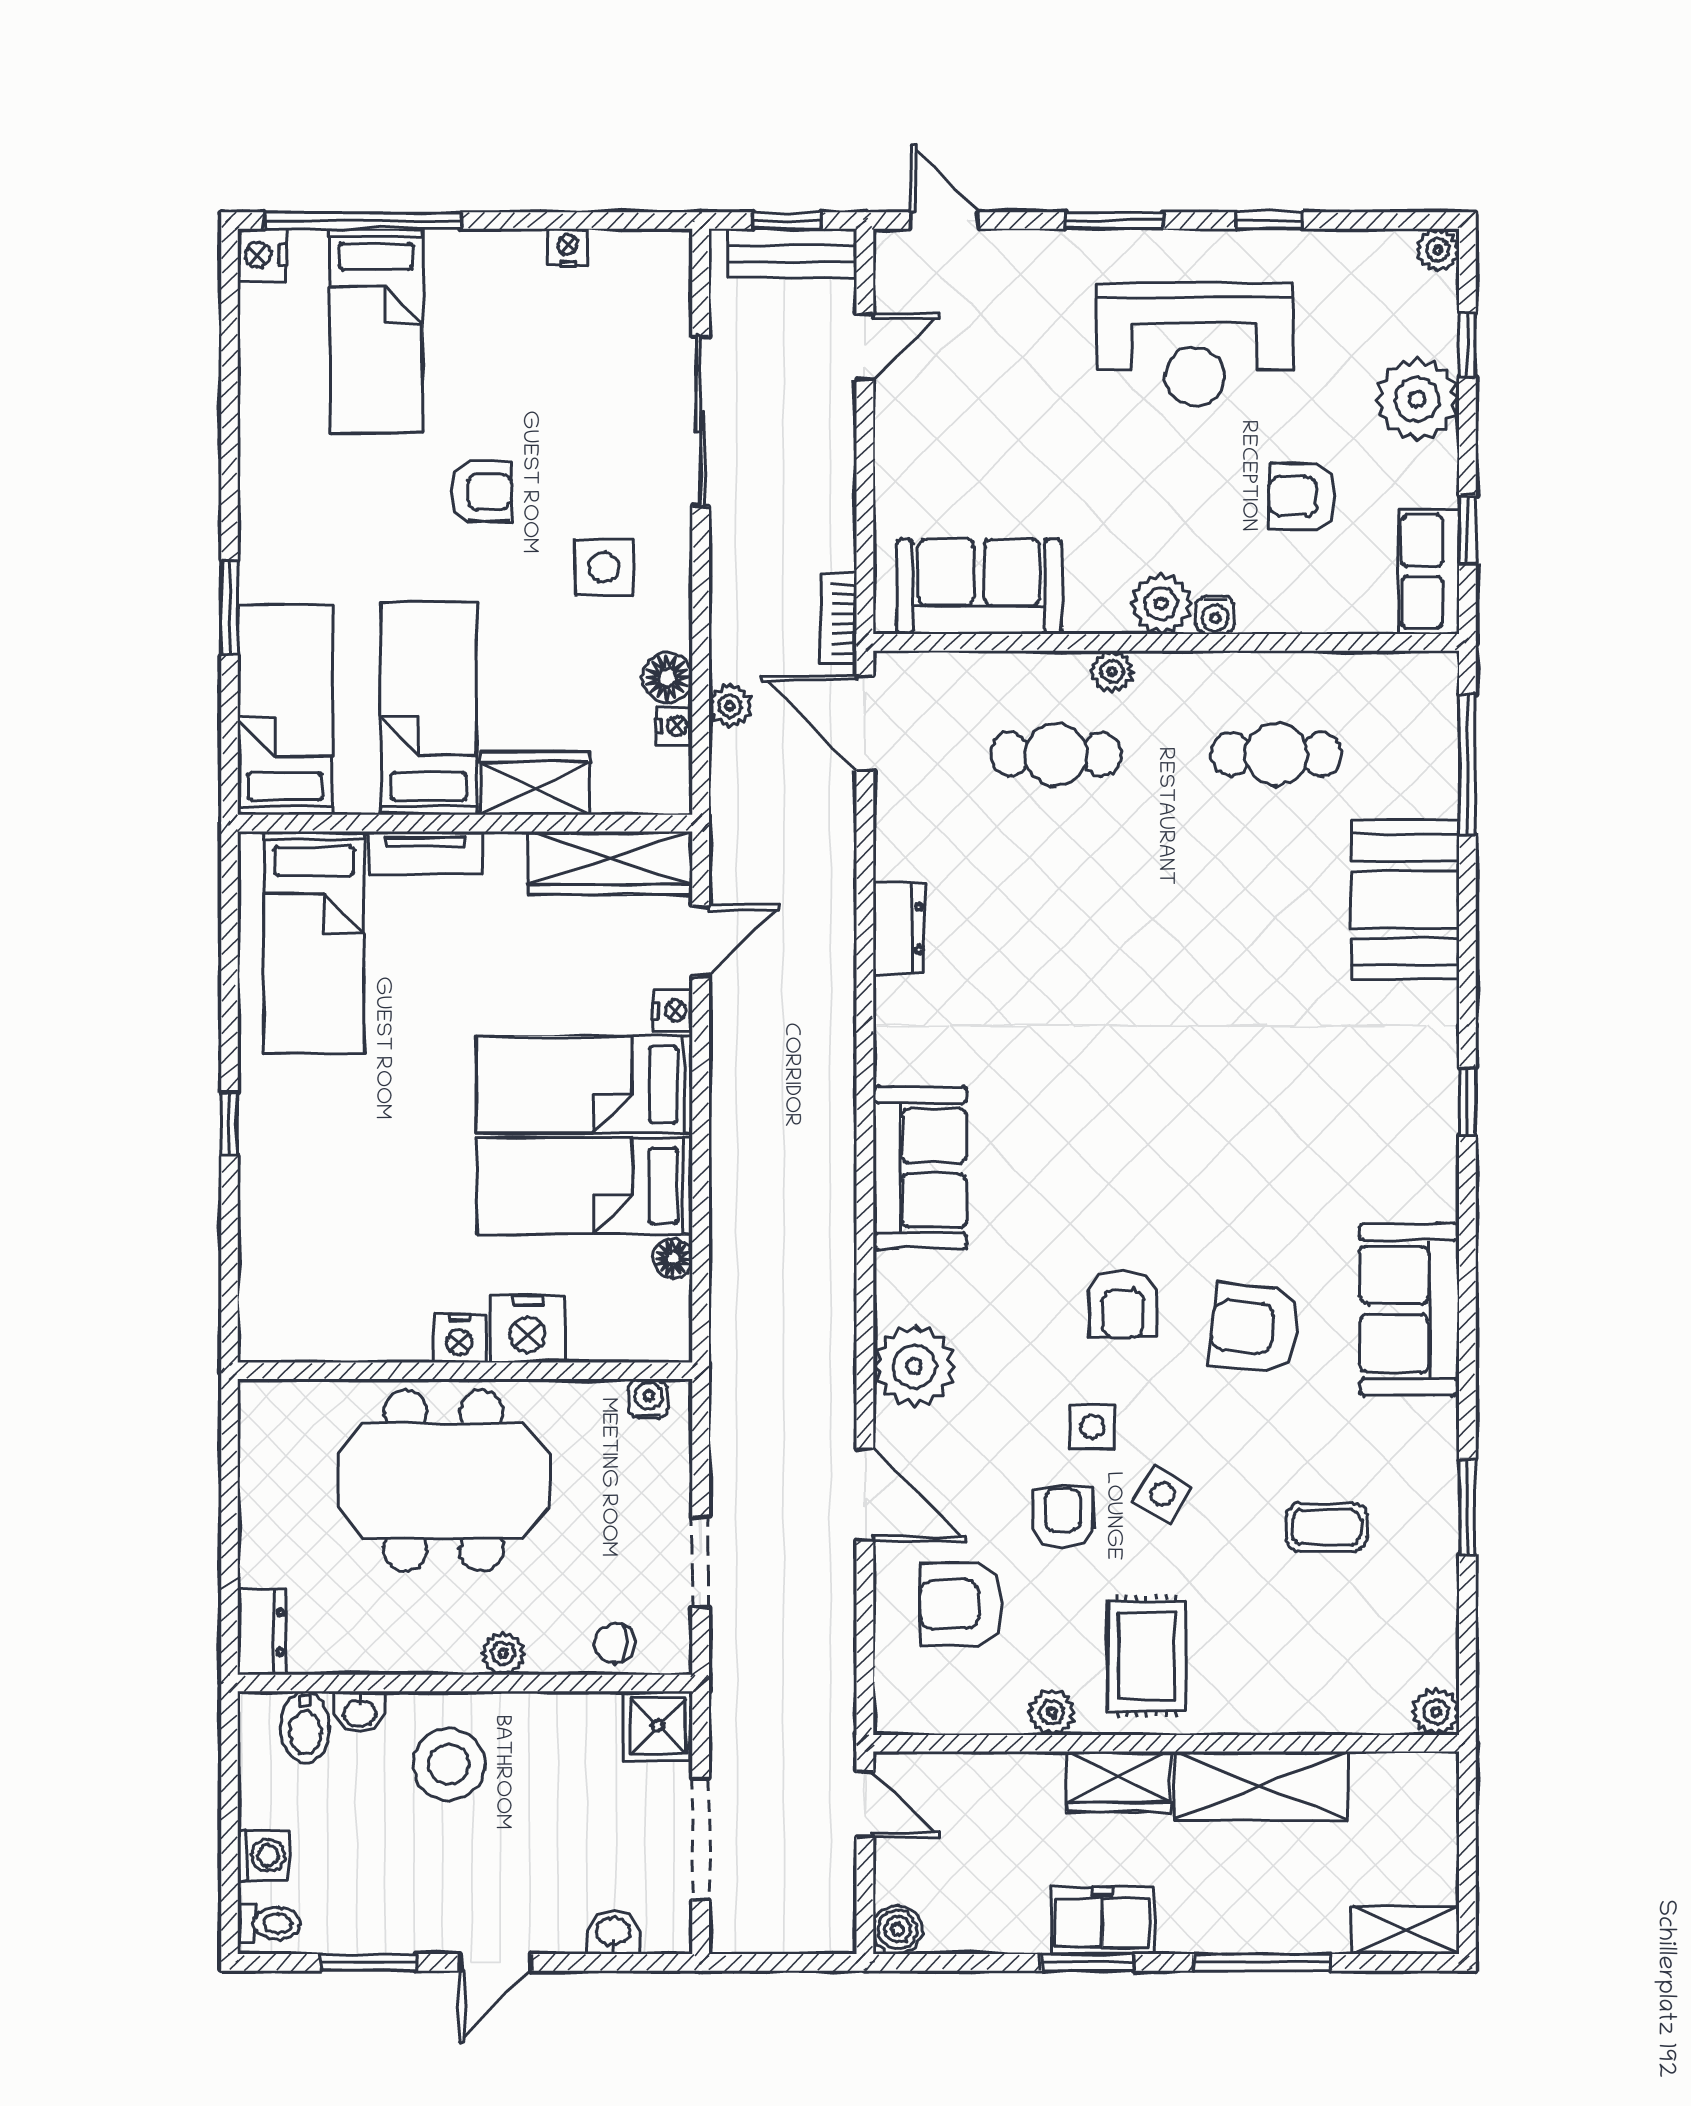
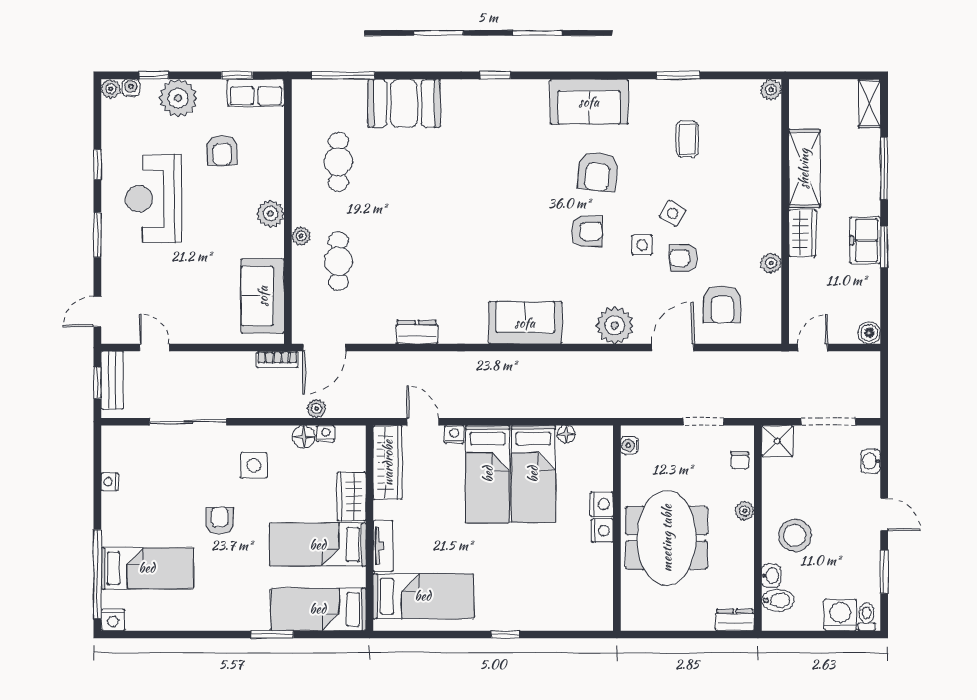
reception desk: (1195, 344) -> (153, 199), turned 180
water cooler: (1215, 615) -> (131, 88), moved, turned -90
nightstand: (528, 1329) -> (602, 504), width x0.74, depth x0.75
rug: (1147, 1656) -> (746, 220), removed
washing machine: (263, 1856) -> (840, 615), width x1.38, depth x1.38

